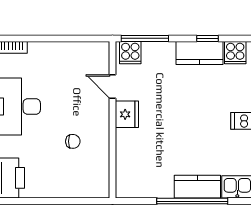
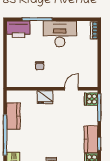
fridge: (127, 114) -> (45, 97), moved
kitchen counter: (197, 187) -> (13, 116), moved

